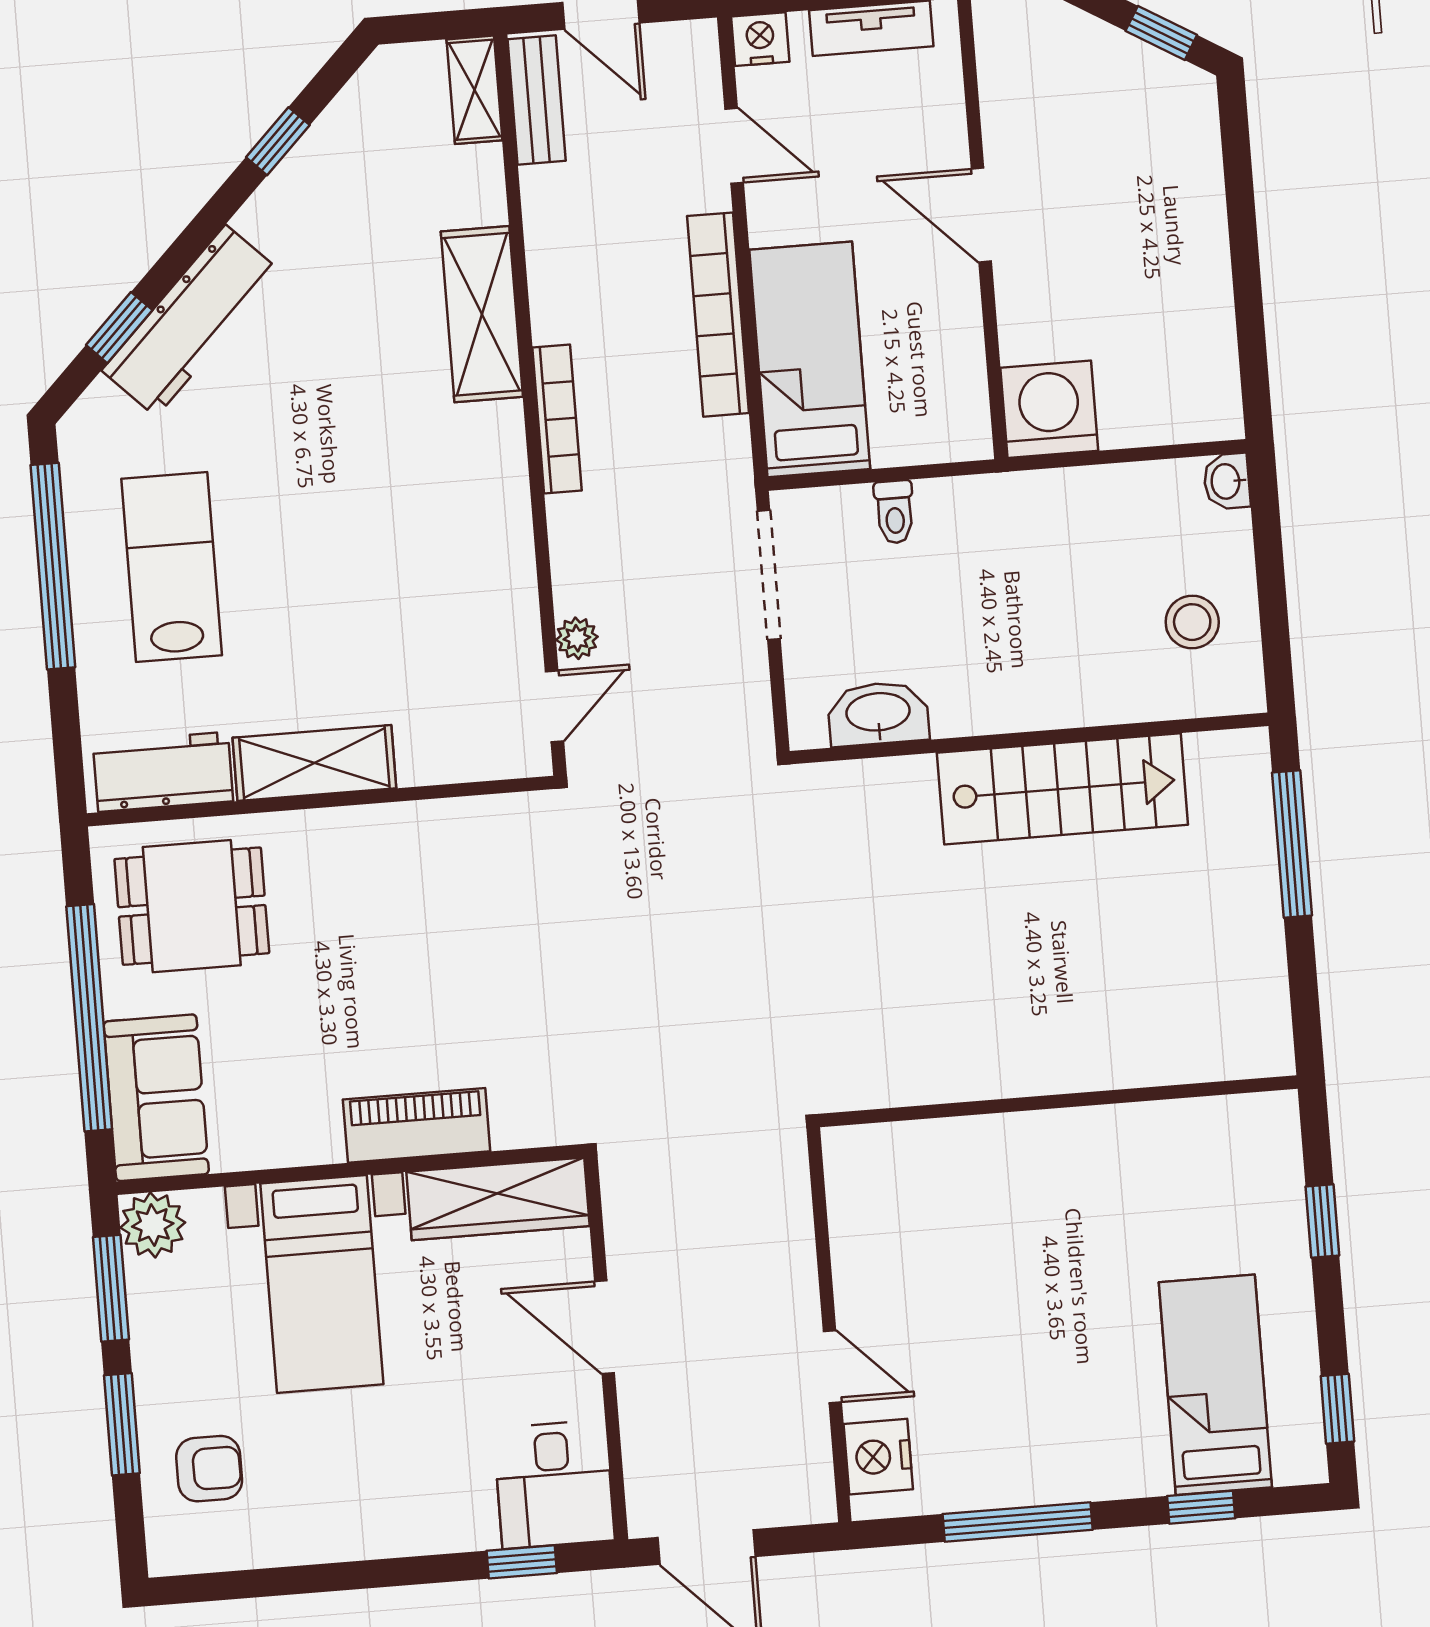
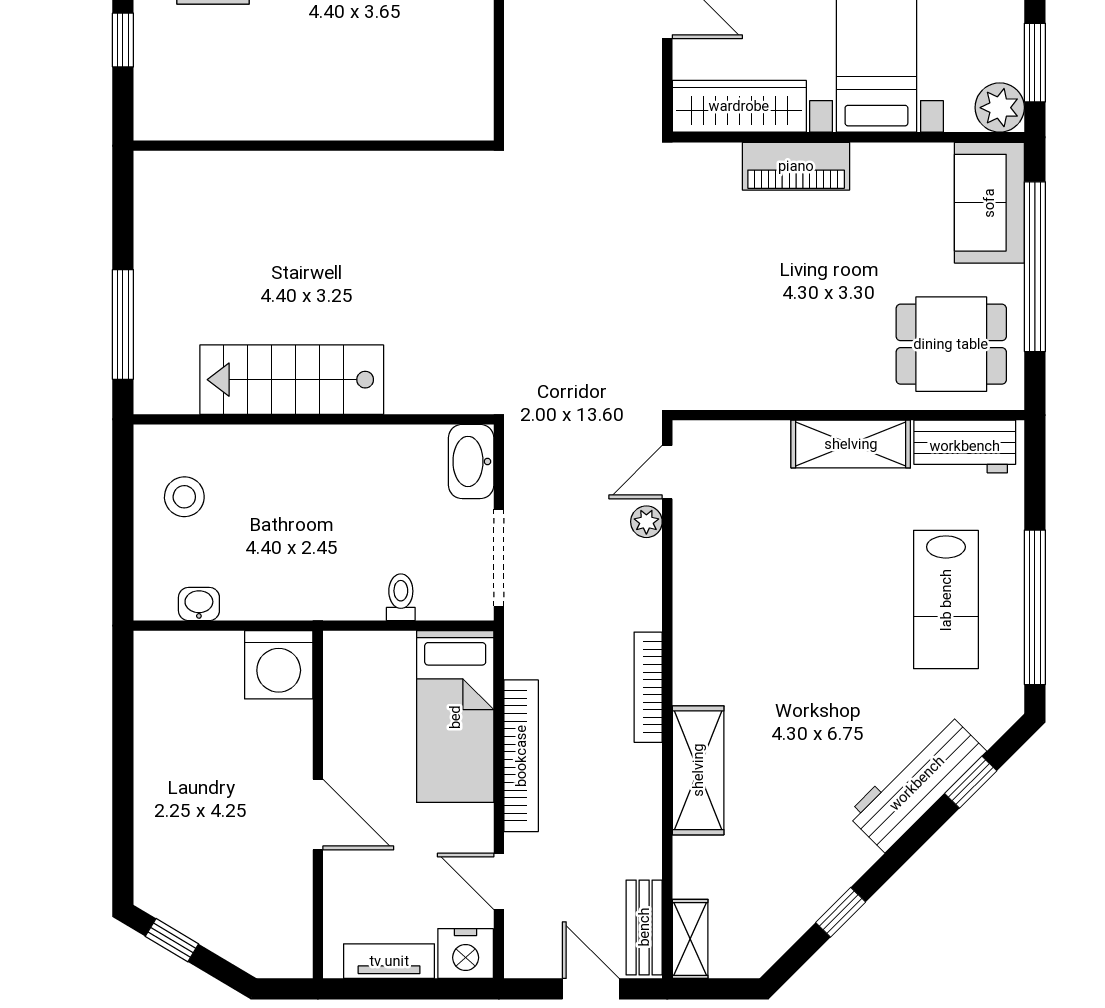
nightstand: (760, 39) -> (466, 954), width x1.36, depth x1.33
washbasin: (1227, 481) -> (199, 604), moved, turned -90
washbasin: (878, 714) -> (471, 461), moved, turned 90

